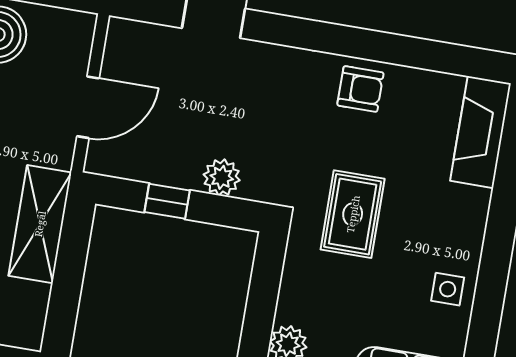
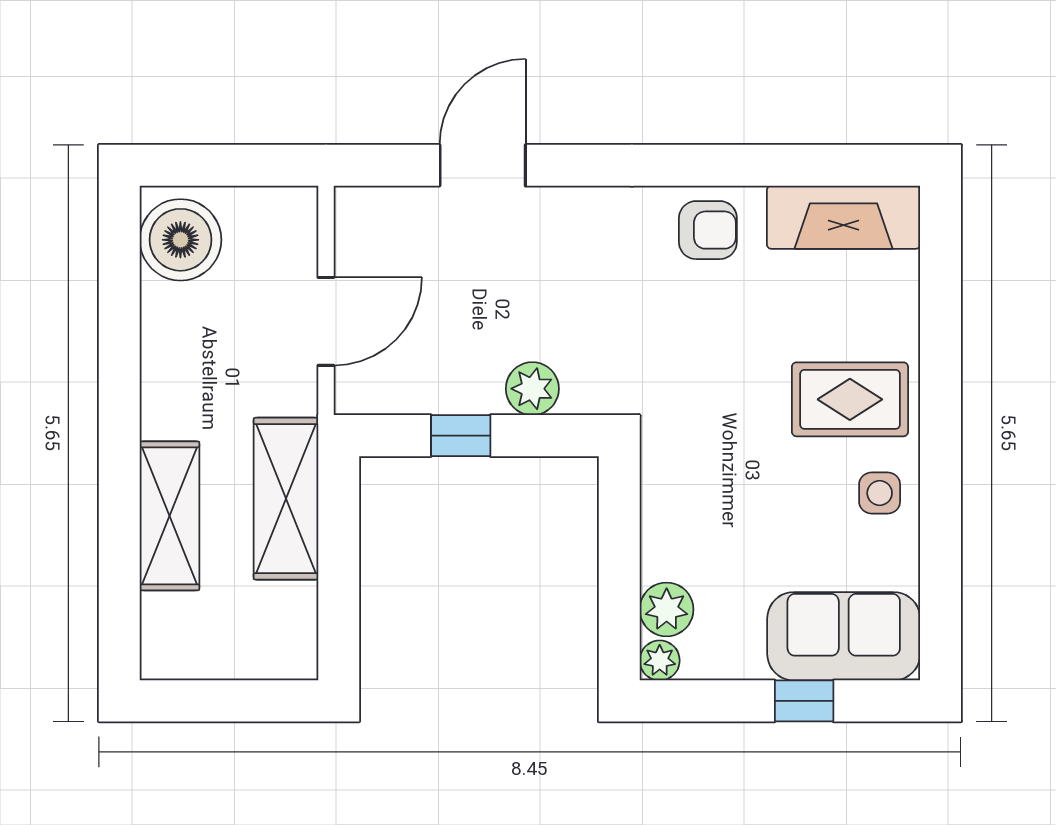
fireplace: (481, 132) -> (843, 217), moved, turned -90
rug: (353, 214) -> (850, 399), moved, turned 90

